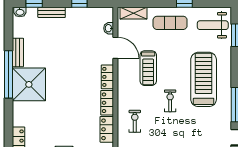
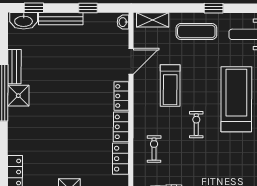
washbasin: (20, 12) -> (24, 21), width x1.91, depth x1.45
bench: (52, 12) -> (61, 19), width x1.36
washbasin: (109, 28) -> (123, 22), moved
door: (115, 48) -> (131, 61), hinge flipped
shower: (29, 84) -> (18, 96), width x0.54, depth x0.54

